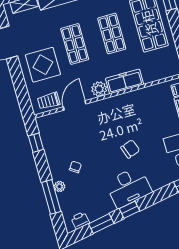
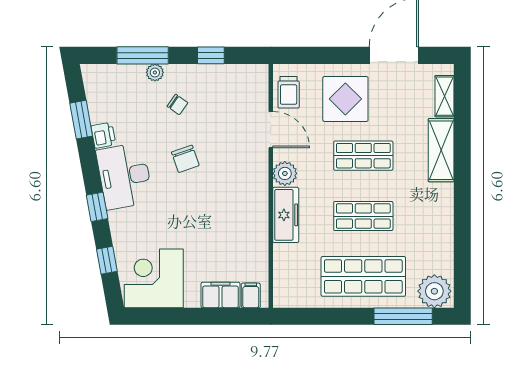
trolley: (49, 101) -> (289, 92), turned 180
window: (36, 143) -> (211, 55), moved
chair: (130, 149) -> (185, 159), moved
window: (129, 210) -> (97, 207), moved
printer: (80, 220) -> (103, 135), moved

